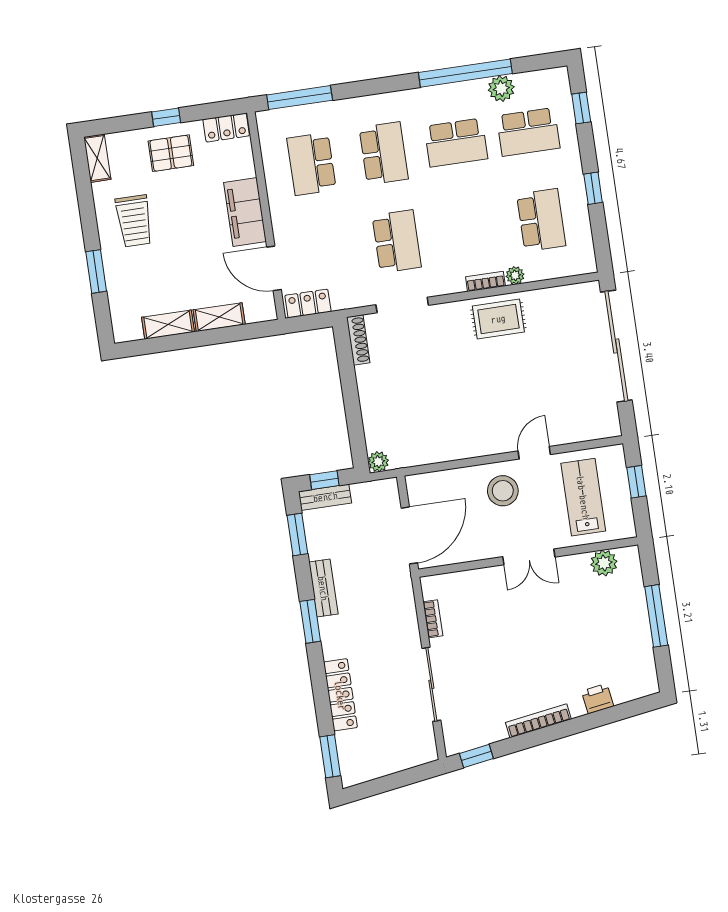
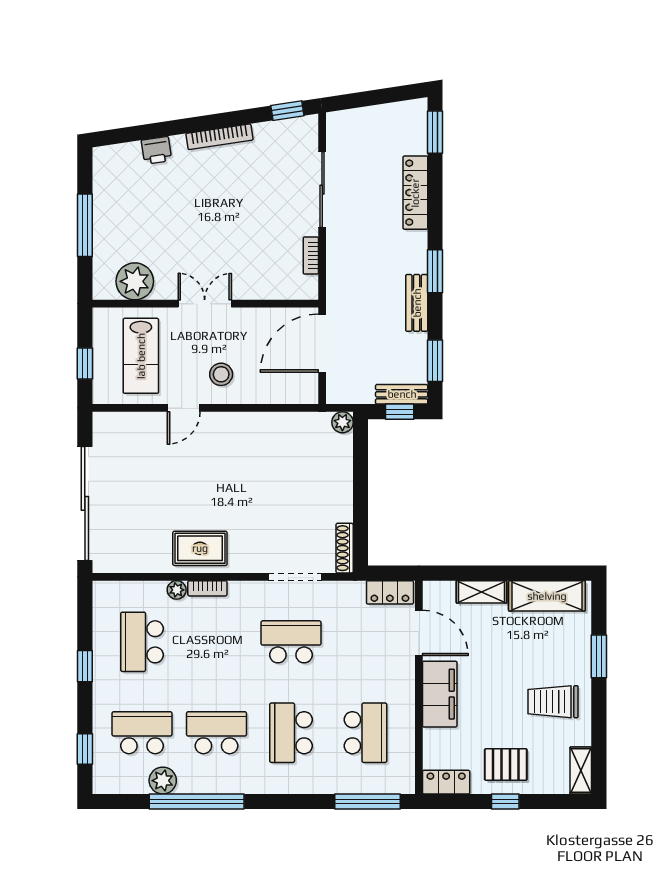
trolley: (134, 221) -> (553, 702), turned -90
school desk: (397, 241) -> (291, 642), turned 90
shelving: (168, 325) -> (547, 596), width x1.50, depth x1.33
stool: (503, 491) -> (221, 374), width x0.73, depth x0.73
plant: (604, 563) -> (135, 281), width x1.36, depth x1.36

